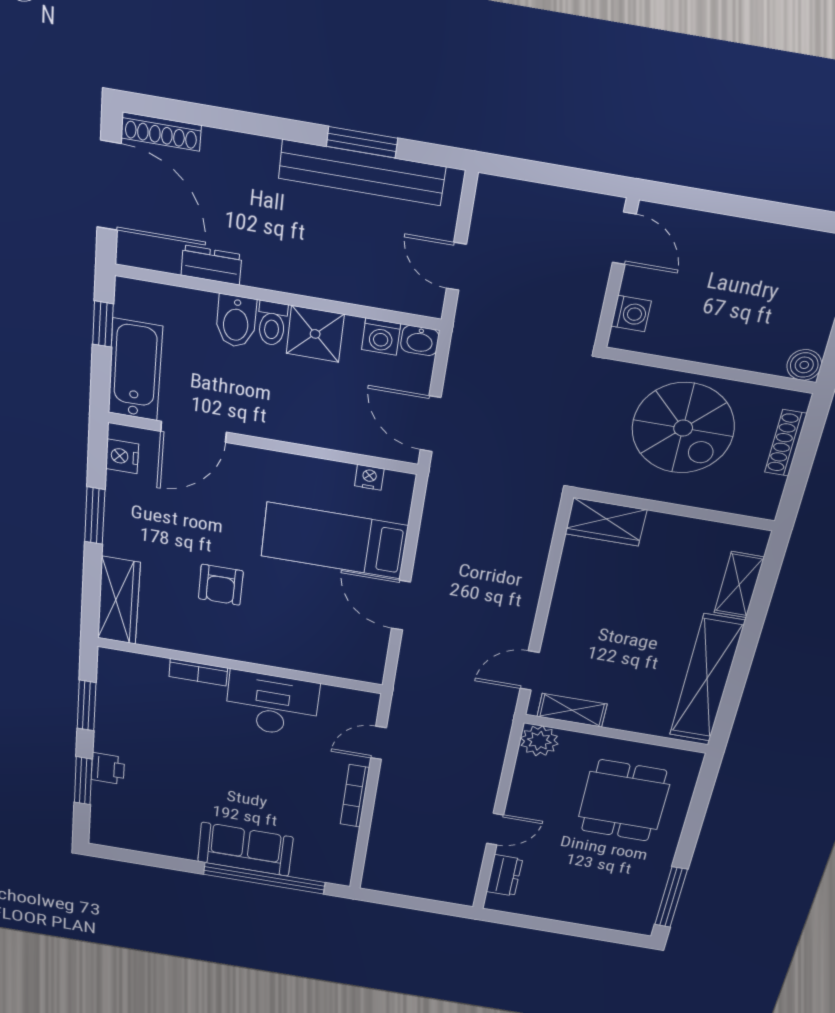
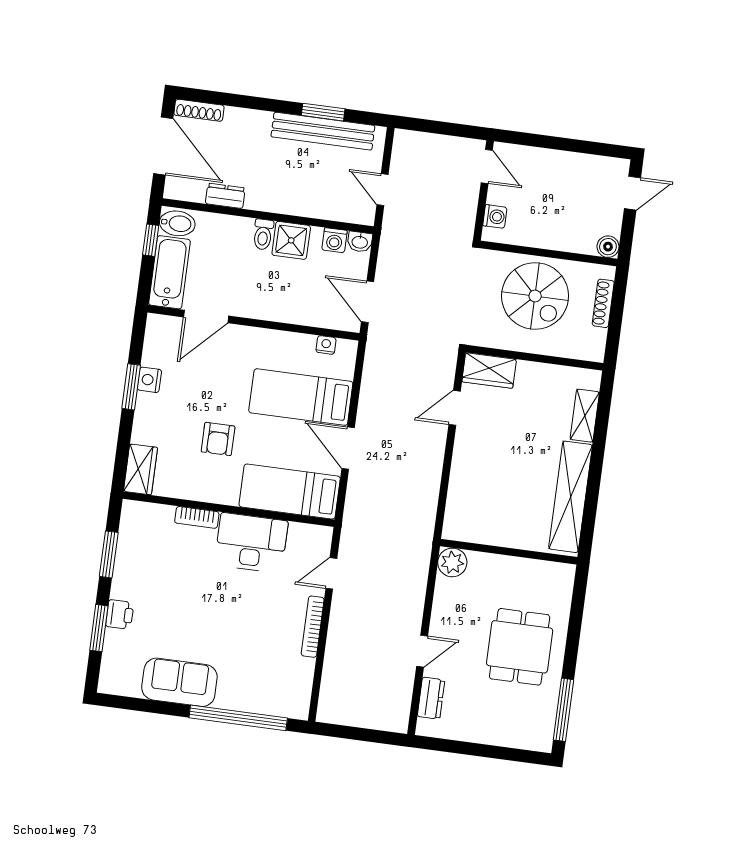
bidet: (236, 321) -> (177, 223), moved, turned -90
nightstand: (122, 456) -> (149, 380), moved
wardrobe: (119, 601) -> (141, 469), width x0.67
bed: (321, 651) -> (290, 492), added
door: (530, 671) -> (455, 408), moved
shelving: (572, 710) -> (475, 532), removed
dining table: (624, 801) -> (520, 647), moved
sofa: (245, 849) -> (179, 682), moved

